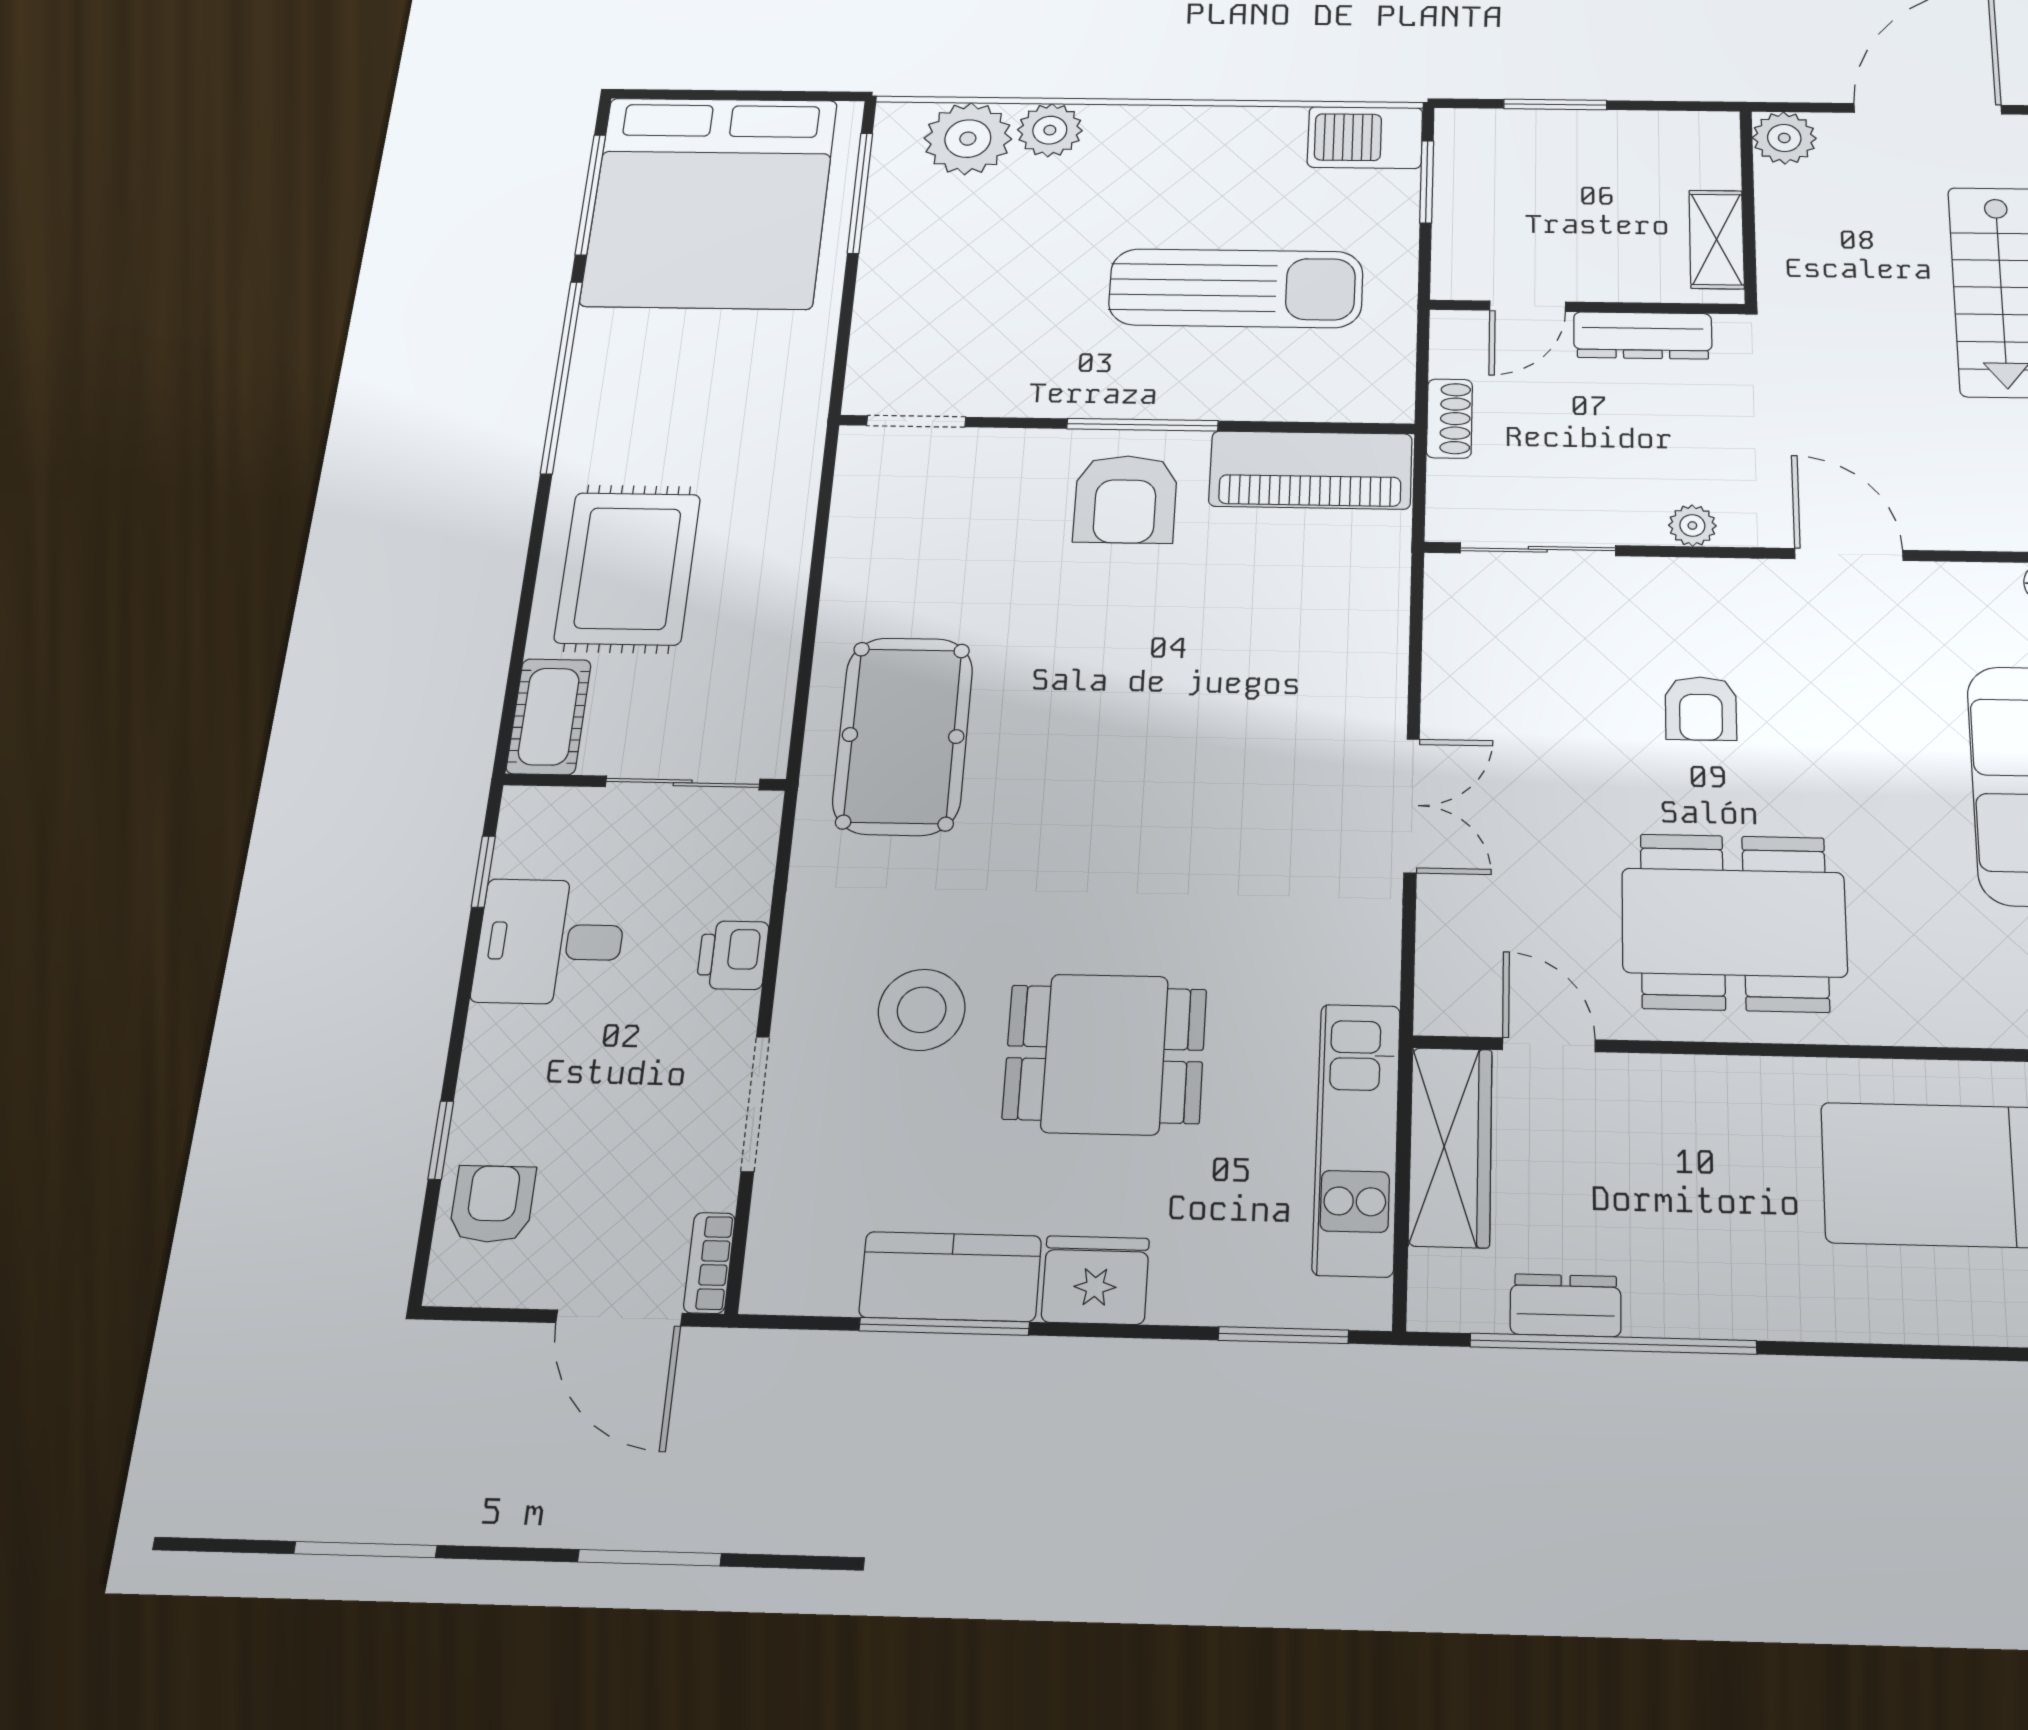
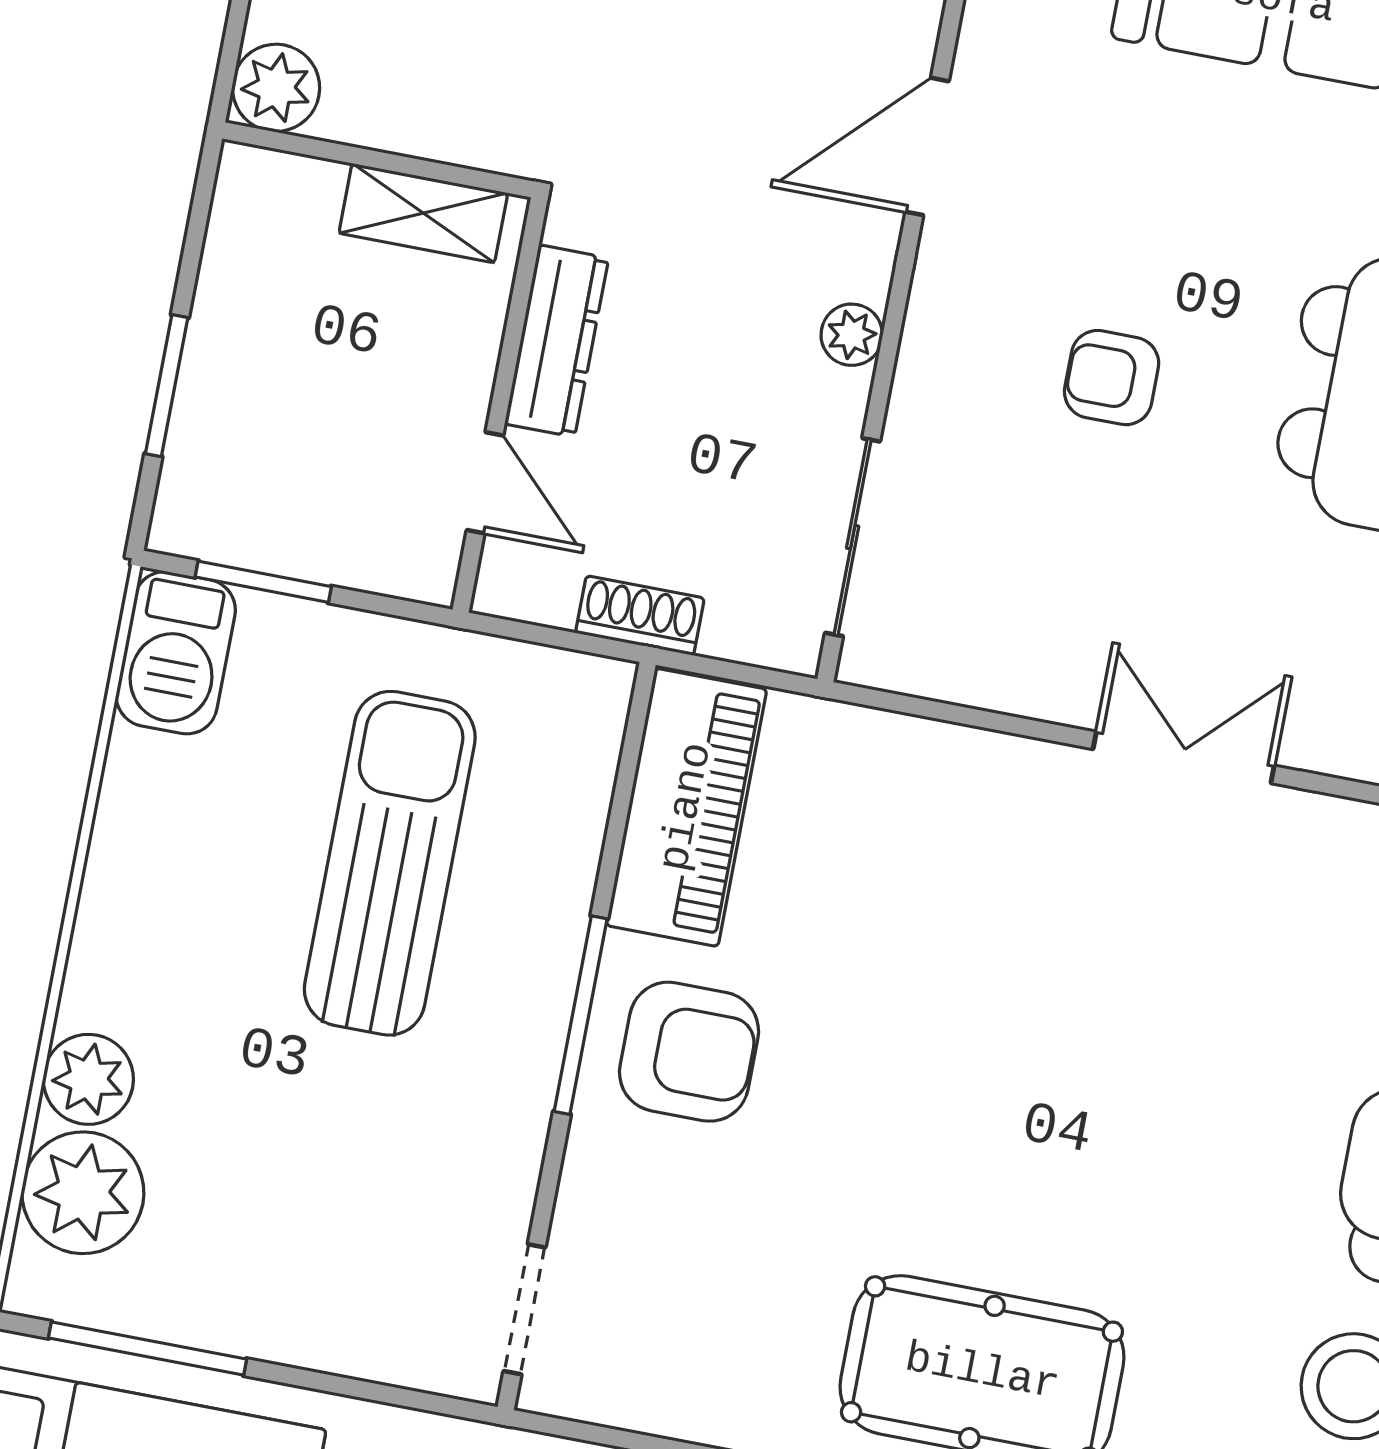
armchair: (1701, 708) -> (1112, 378), turned 180

